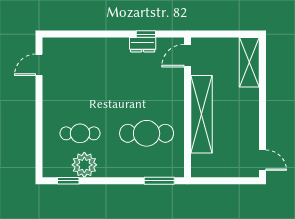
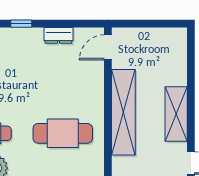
window: (146, 34) -> (21, 24), moved
shelving: (249, 62) -> (176, 114), moved

